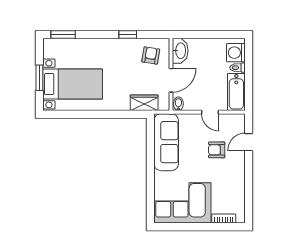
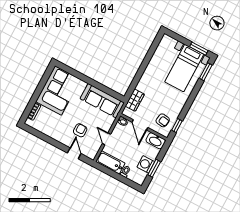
window: (128, 35) -> (177, 126), moved
window: (215, 35) -> (154, 168), added
washing machine: (236, 53) -> (146, 164), moved, turned -90
window: (39, 78) -> (199, 49), moved
bed with nightstands: (73, 84) -> (184, 68), moved
door: (210, 112) -> (106, 139), hinge flipped

